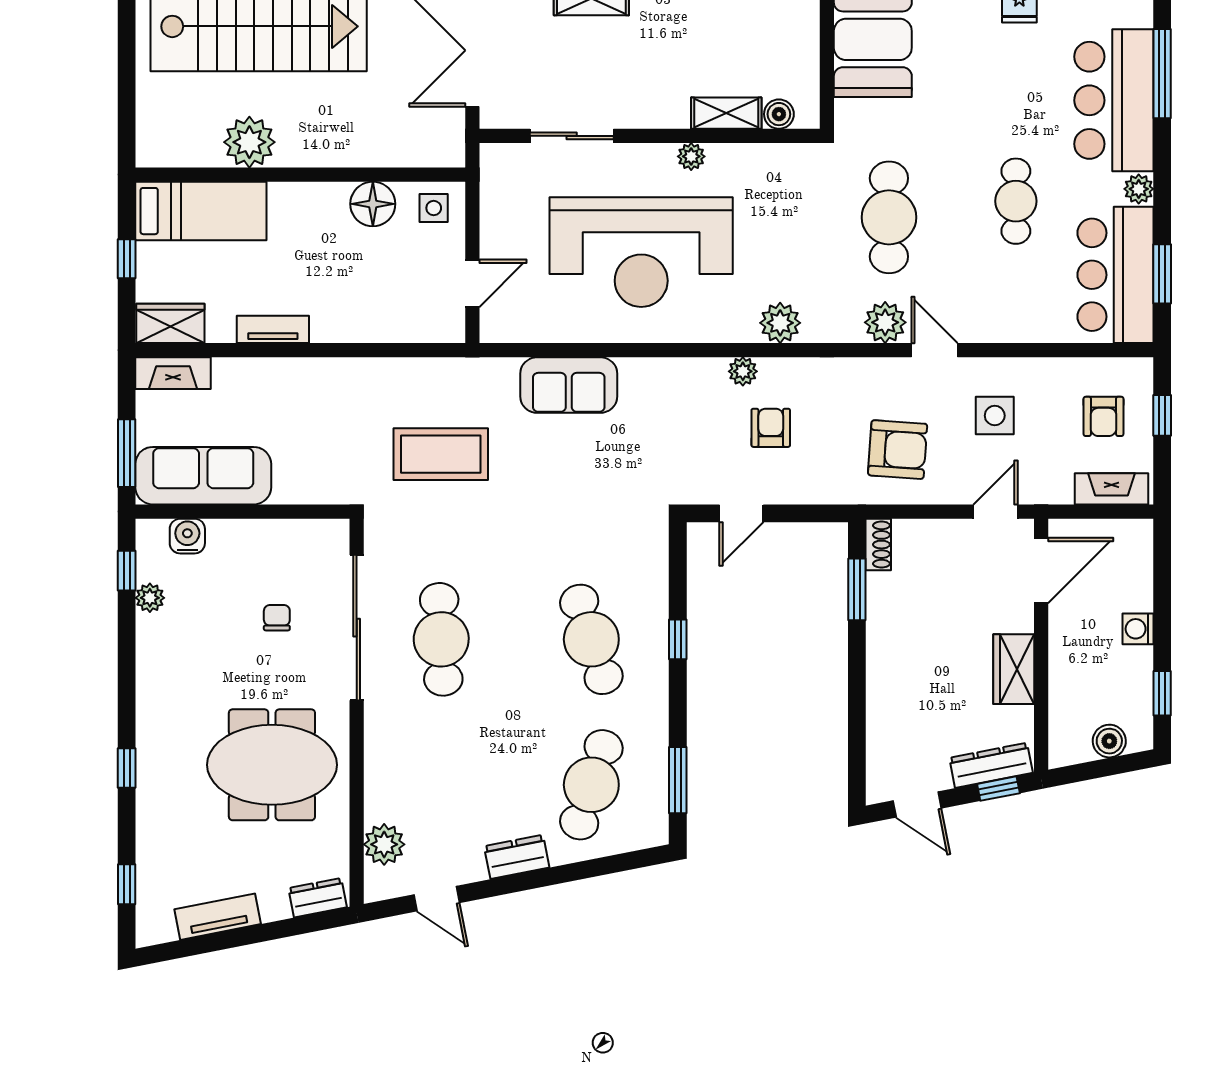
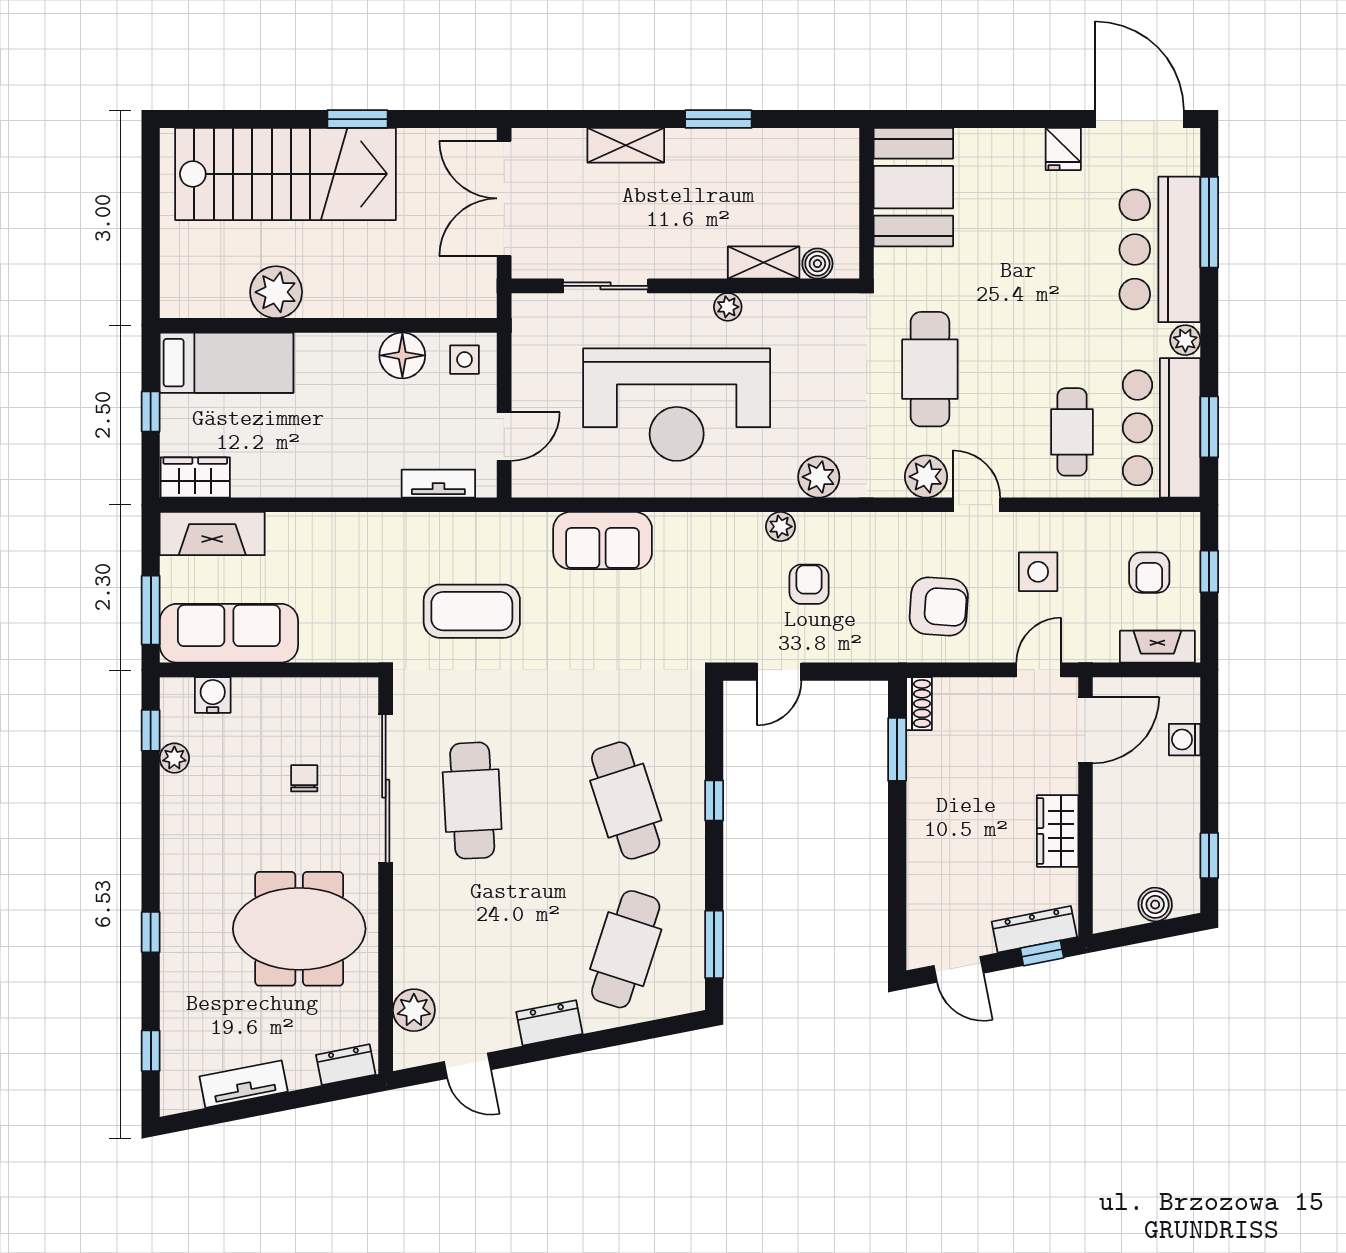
cafe table: (1016, 201) -> (1072, 432), moved
tv unit: (273, 329) -> (438, 484), moved
fireplace: (173, 373) -> (212, 534), width x1.37, depth x1.32
washing machine: (1138, 629) -> (1185, 740), moved

